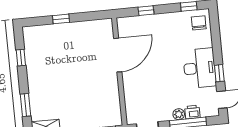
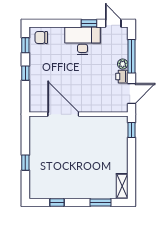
window: (146, 11) -> (25, 73), moved
printer: (192, 112) -> (122, 77), moved

